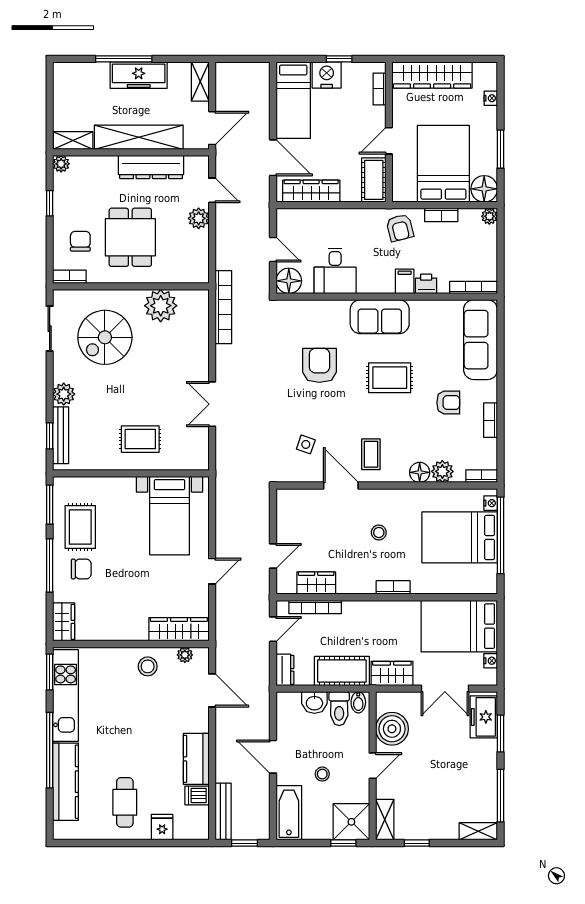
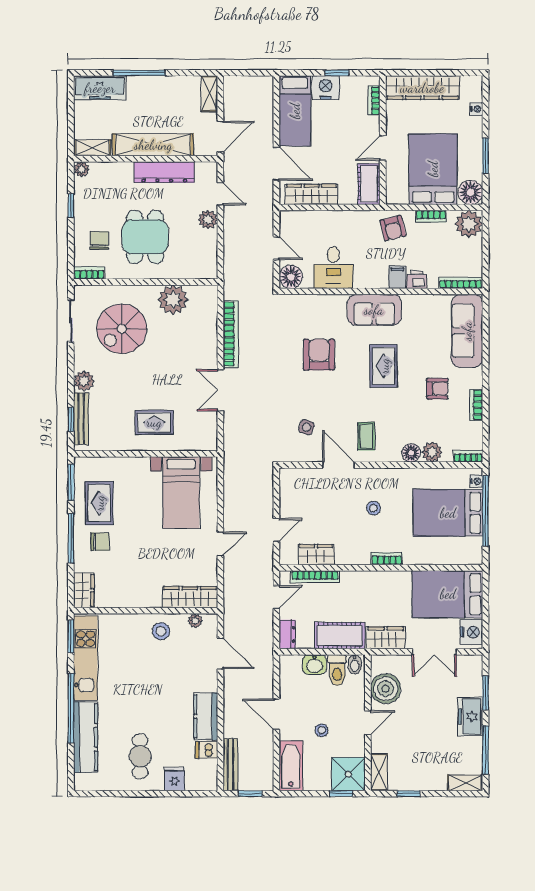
freezer: (139, 75) -> (100, 88), moved
plant: (489, 216) -> (469, 224), width x1.88, depth x1.88
bookcase: (223, 307) -> (231, 334), moved
rug: (390, 378) -> (384, 366), turned 90
nightstand: (491, 661) -> (471, 632), width x1.89, depth x1.79
freezer: (484, 717) -> (470, 716), moved

